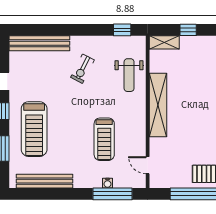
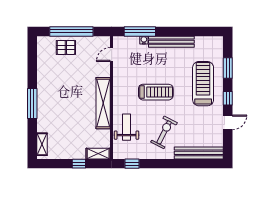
exercise bike: (82, 69) -> (164, 132), width x1.38, depth x1.39
treadmill: (104, 139) -> (156, 92), moved, turned 90
door: (148, 165) -> (112, 55), swing flipped
bench: (44, 181) -> (171, 42), moved

